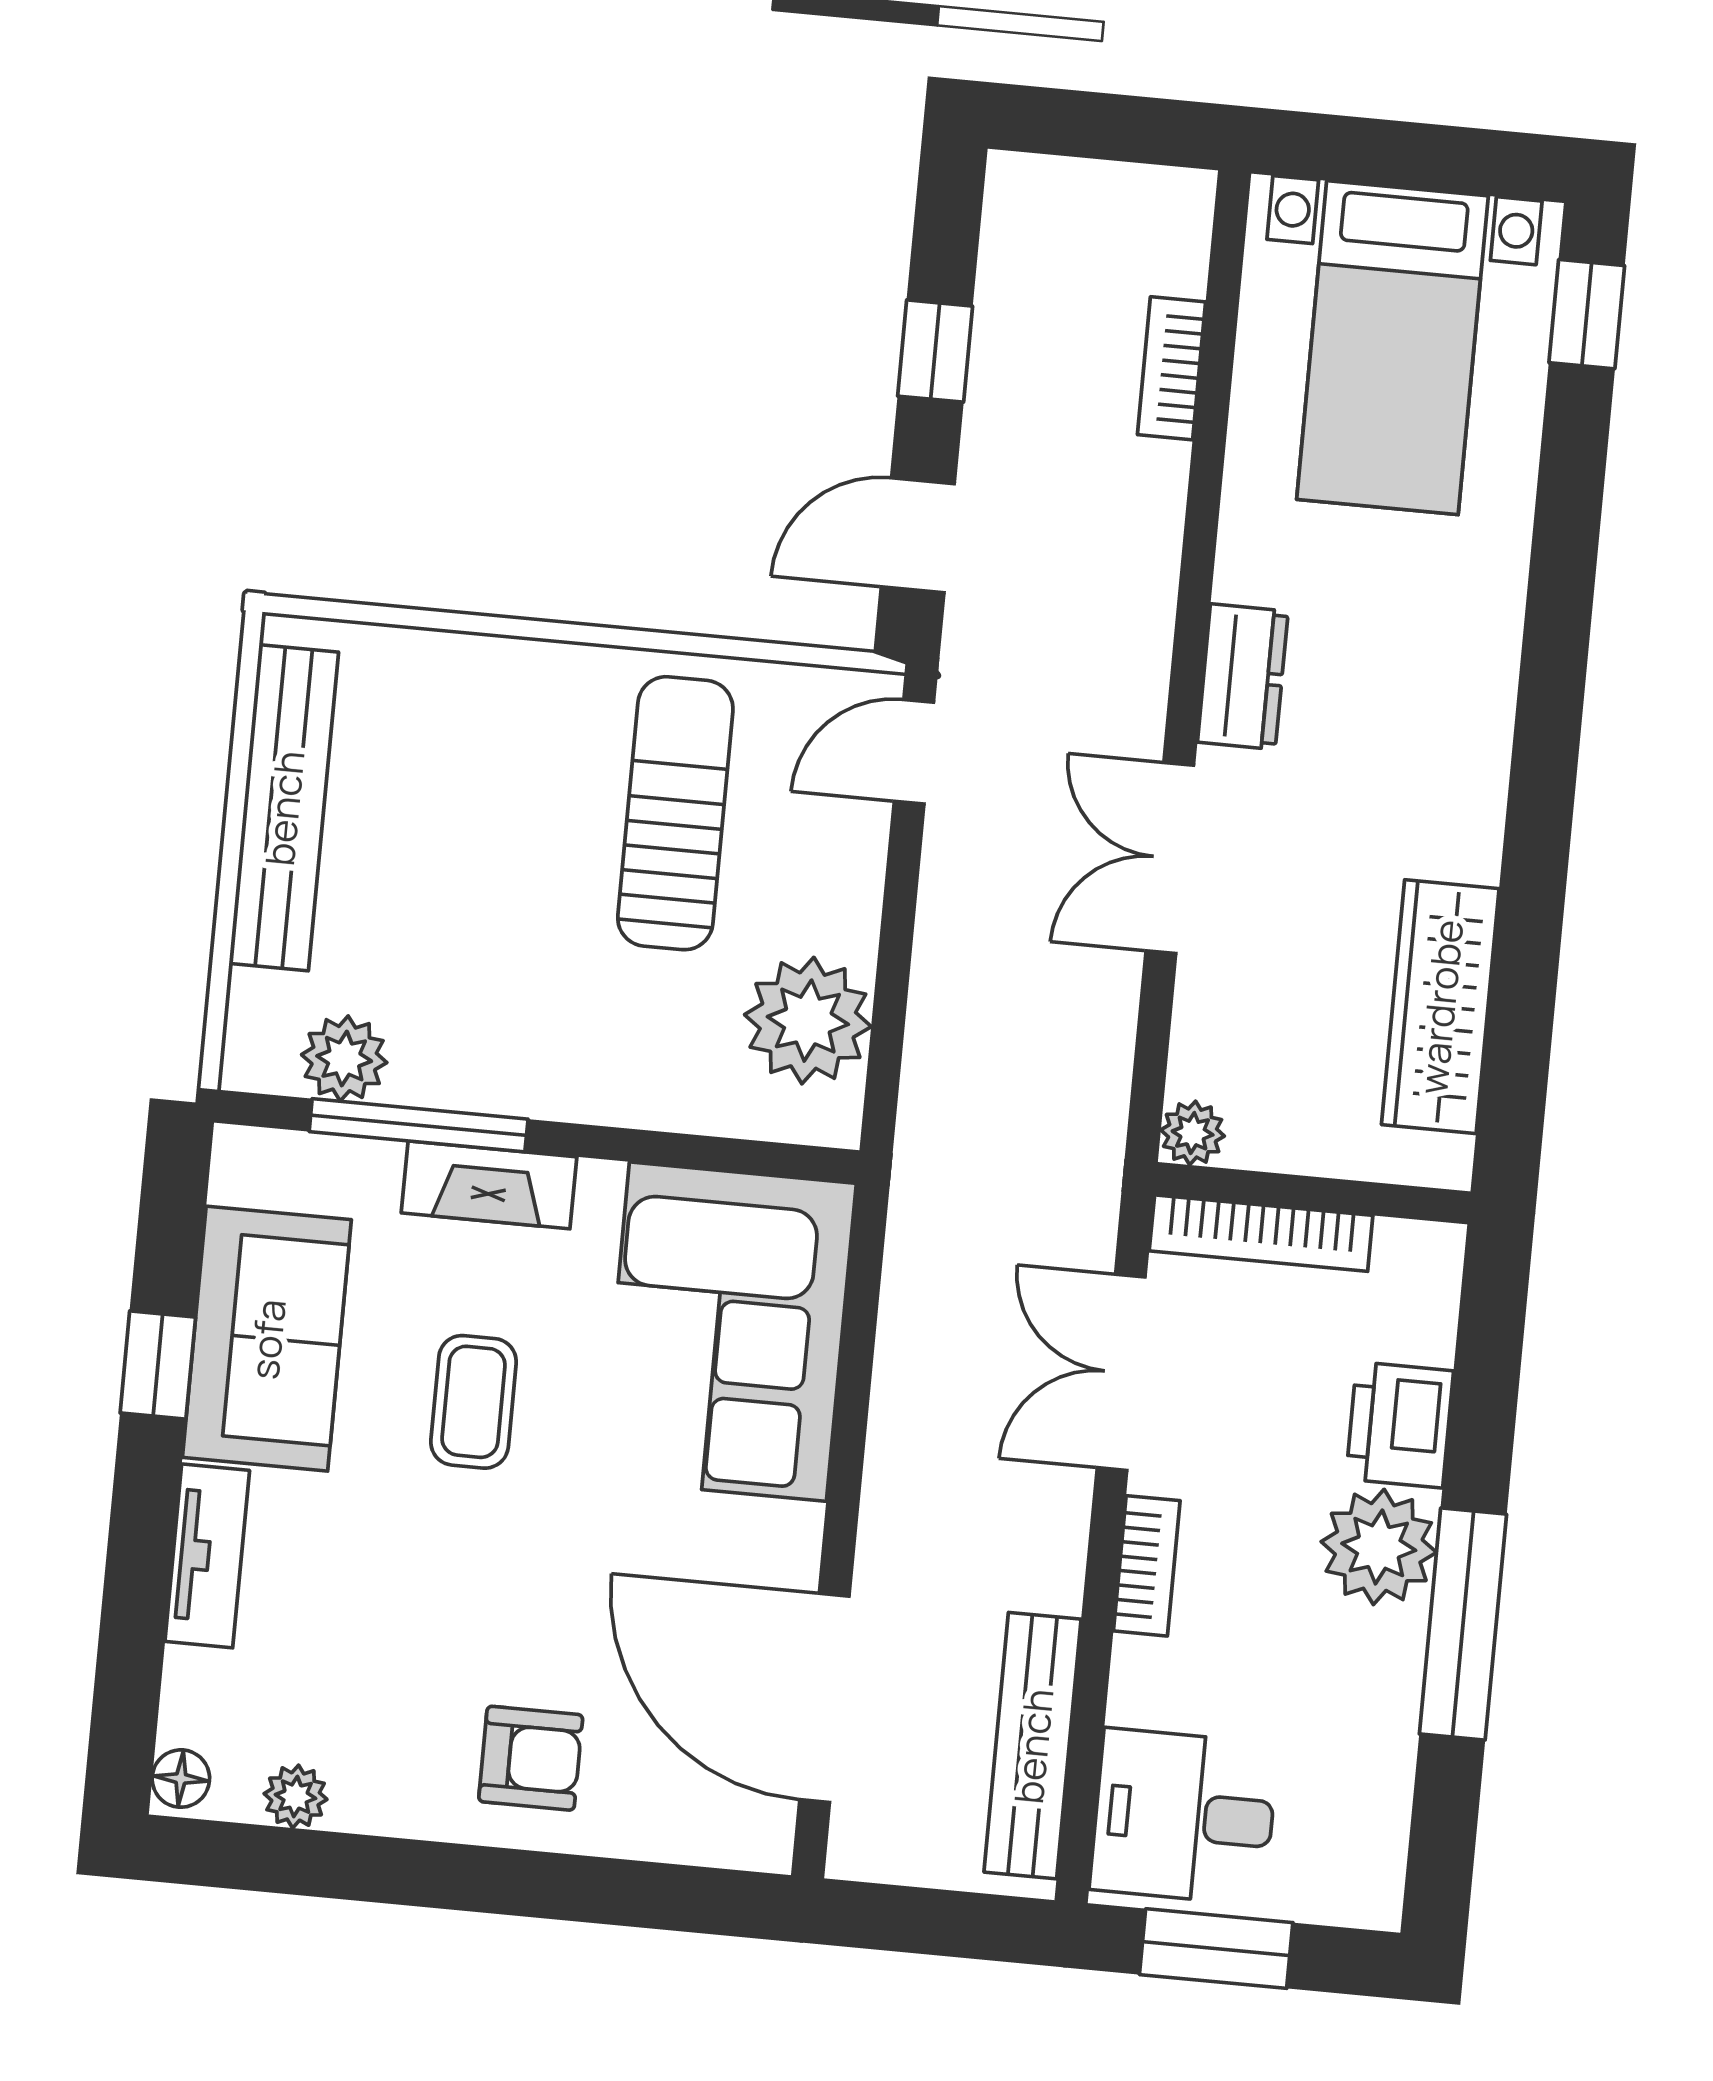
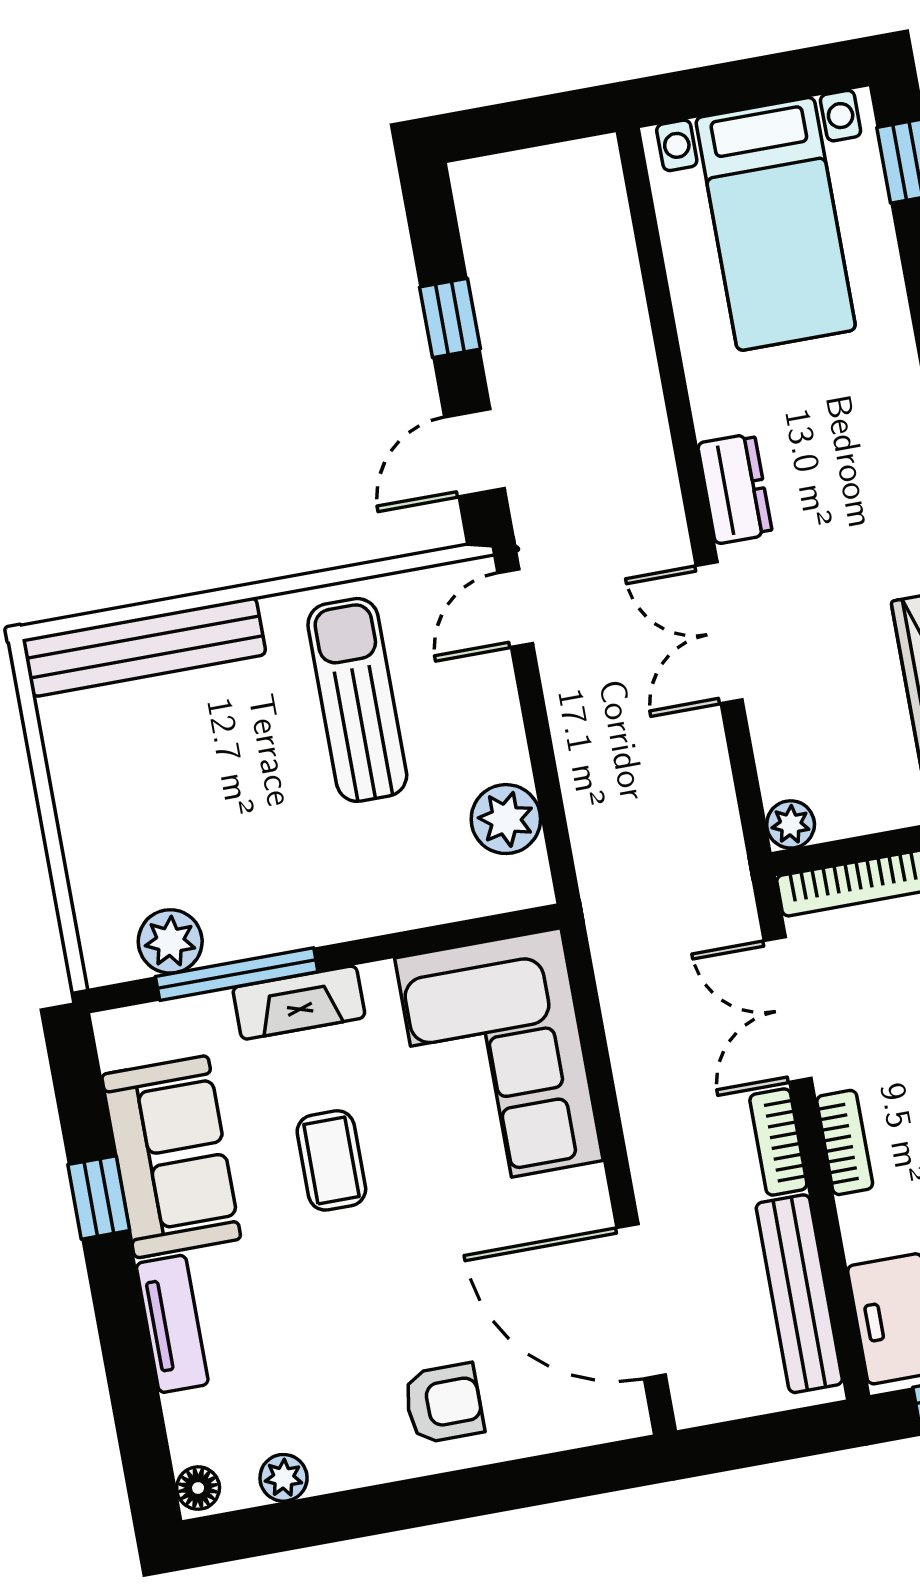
bookcase: (1172, 368) -> (778, 1142), moved
bench: (284, 808) -> (144, 647), moved, turned 90
plant: (808, 1021) -> (506, 819), width x0.73, depth x0.73

